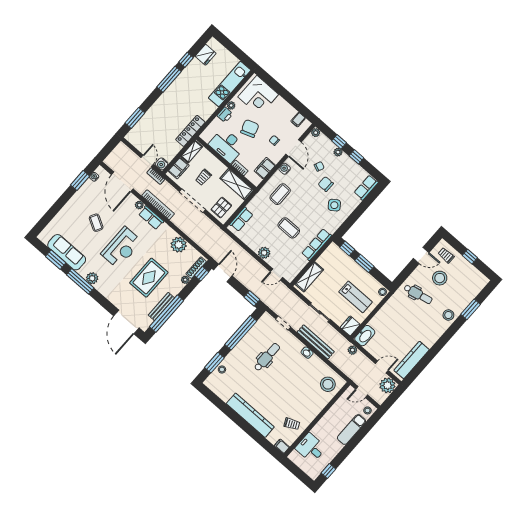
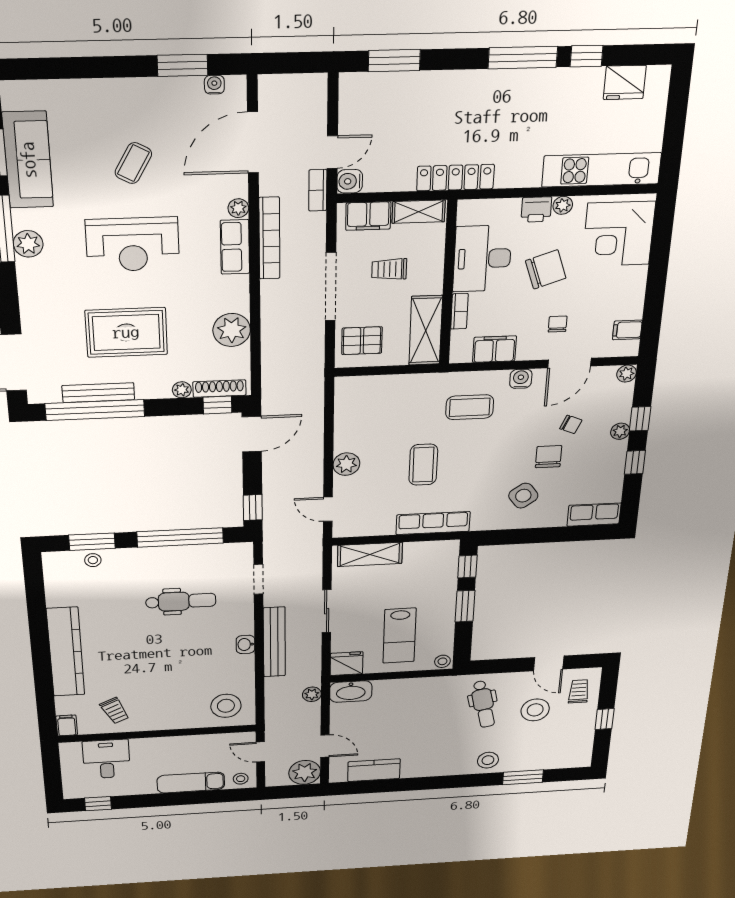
row of seats: (241, 219) -> (371, 387), removed
kitchen counter: (412, 360) -> (374, 770), width x0.67

